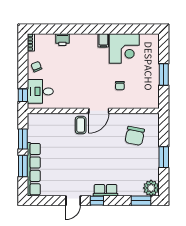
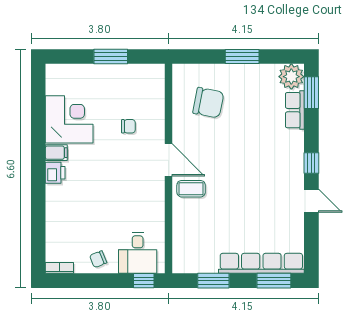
printer: (62, 40) -> (55, 173), moved
window: (23, 166) -> (274, 281), moved
row of seats: (106, 190) -> (295, 110), moved

